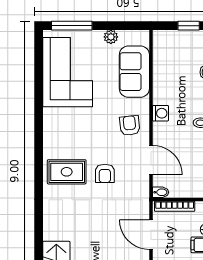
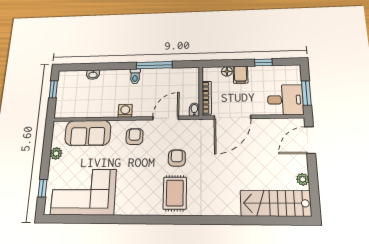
window: (72, 26) -> (43, 188), width x0.46
armchair: (130, 125) -> (135, 137), turned 96
armchair: (105, 173) -> (177, 158), turned -90
door: (151, 235) -> (232, 117), width x1.36

